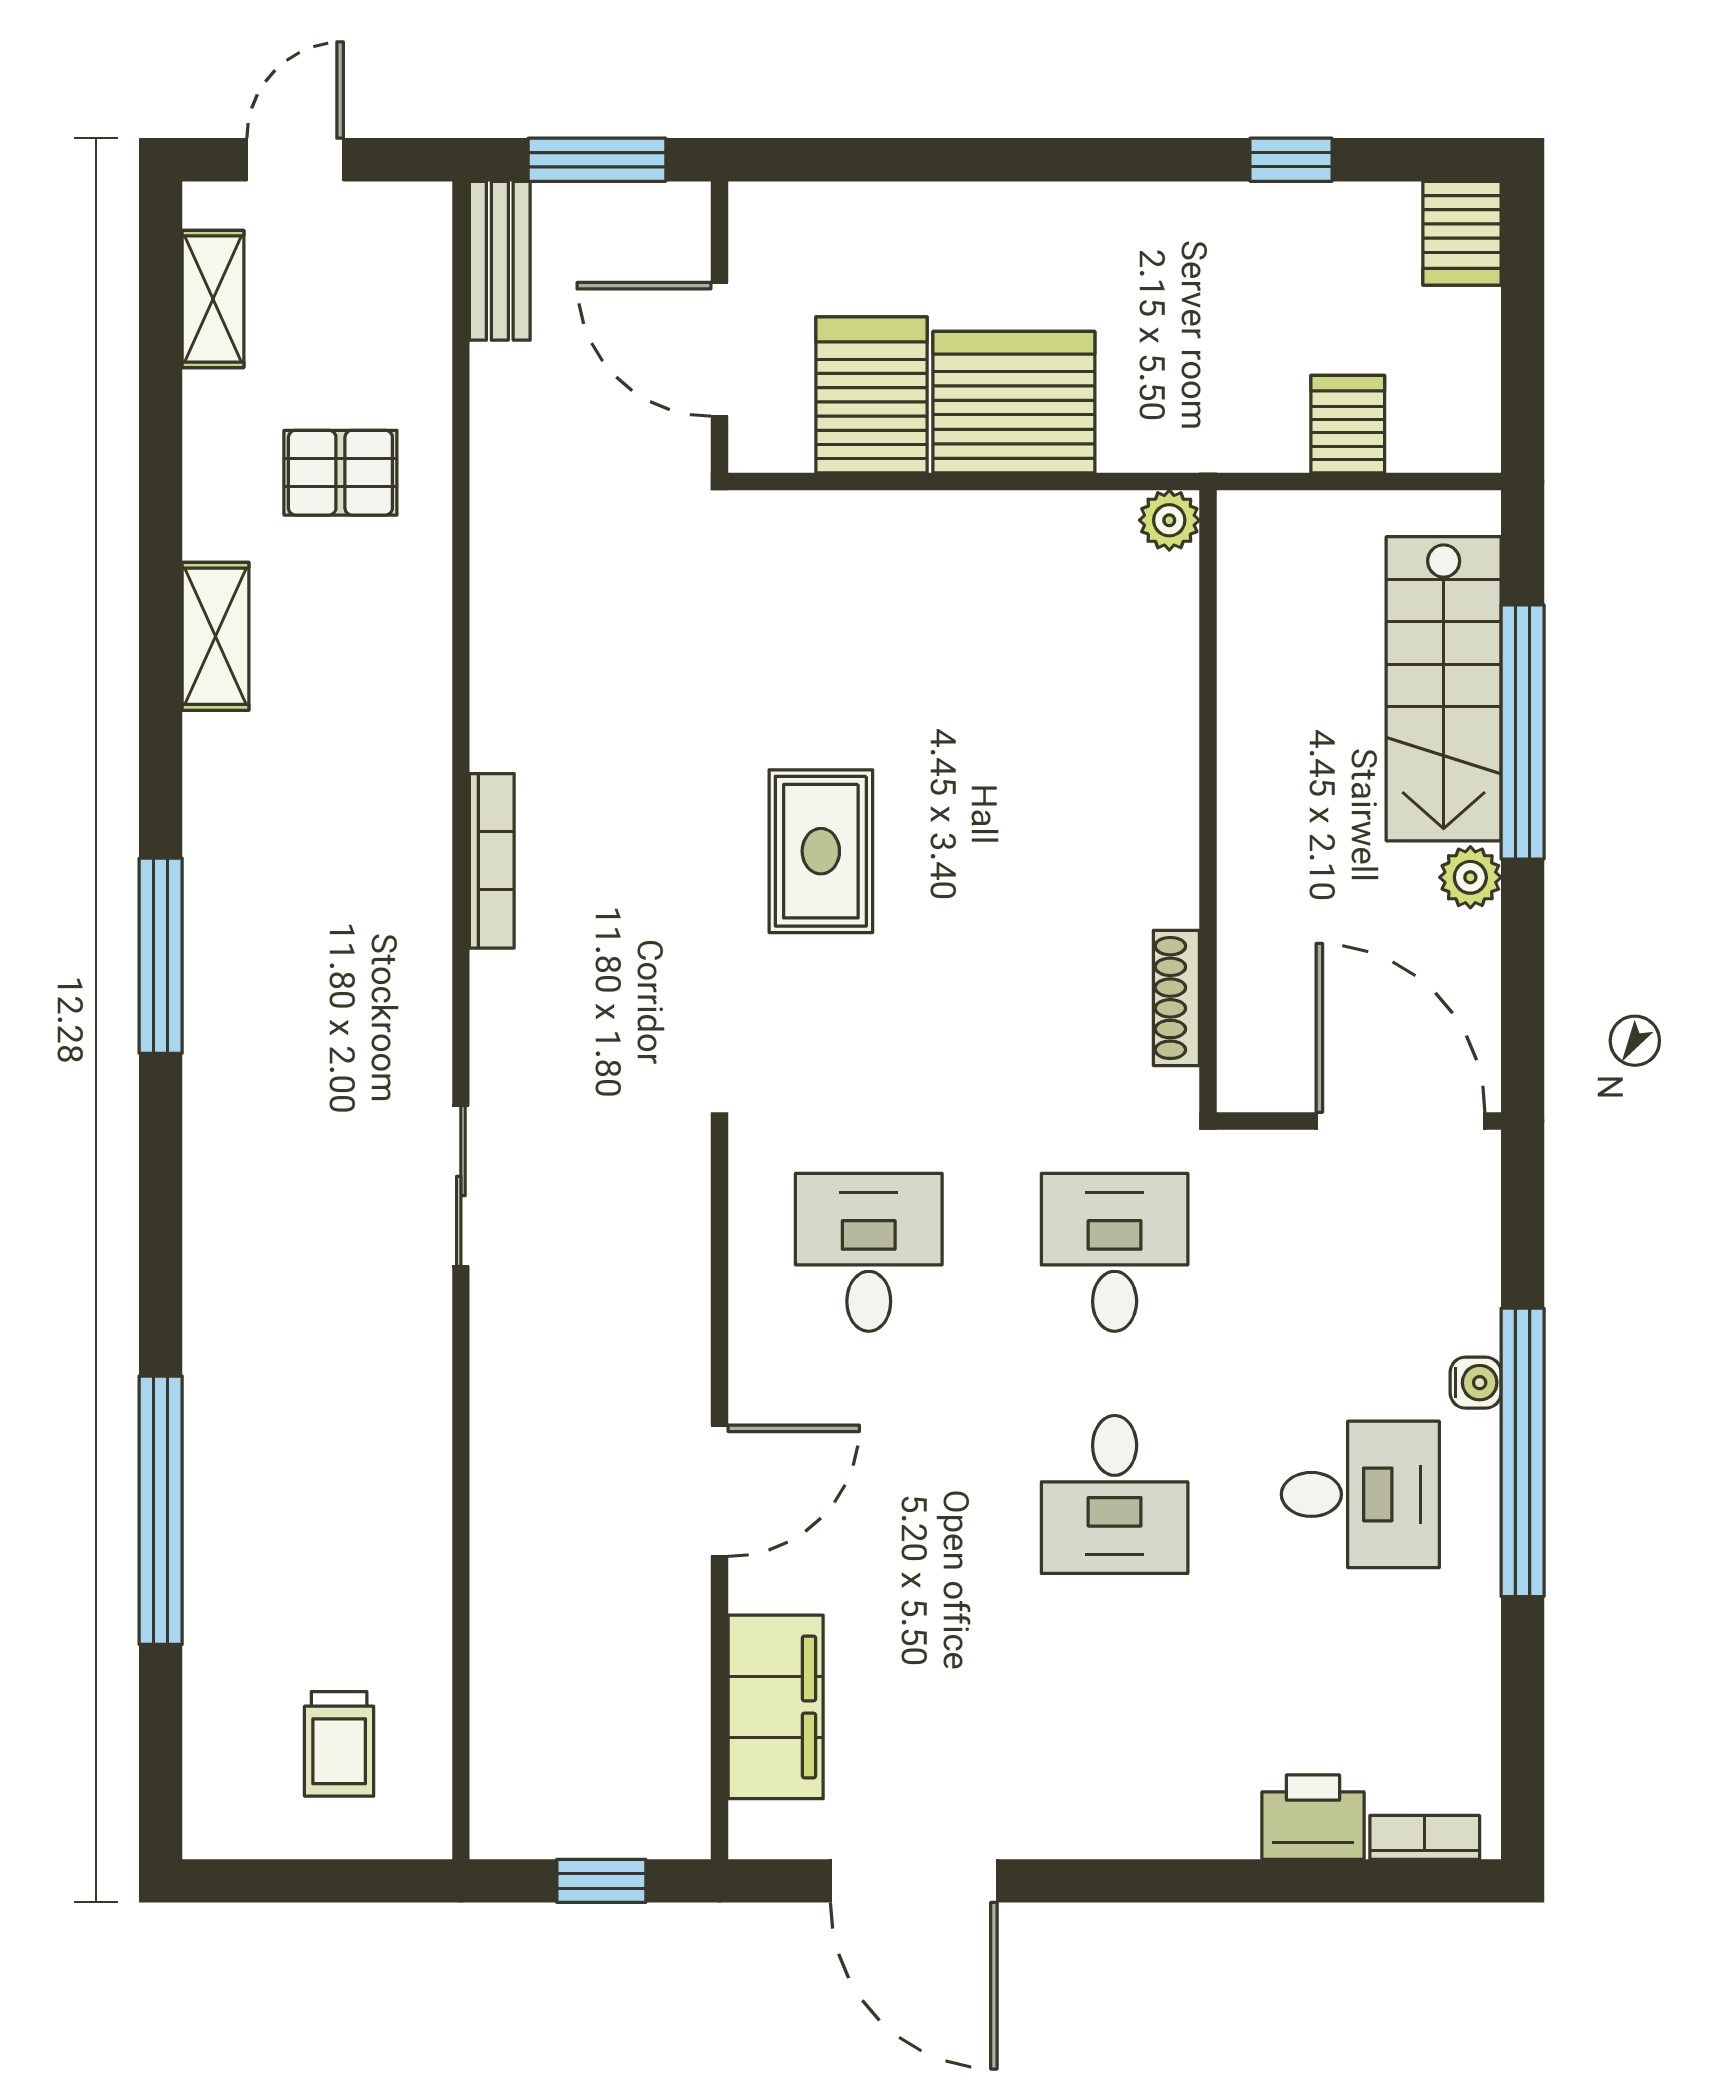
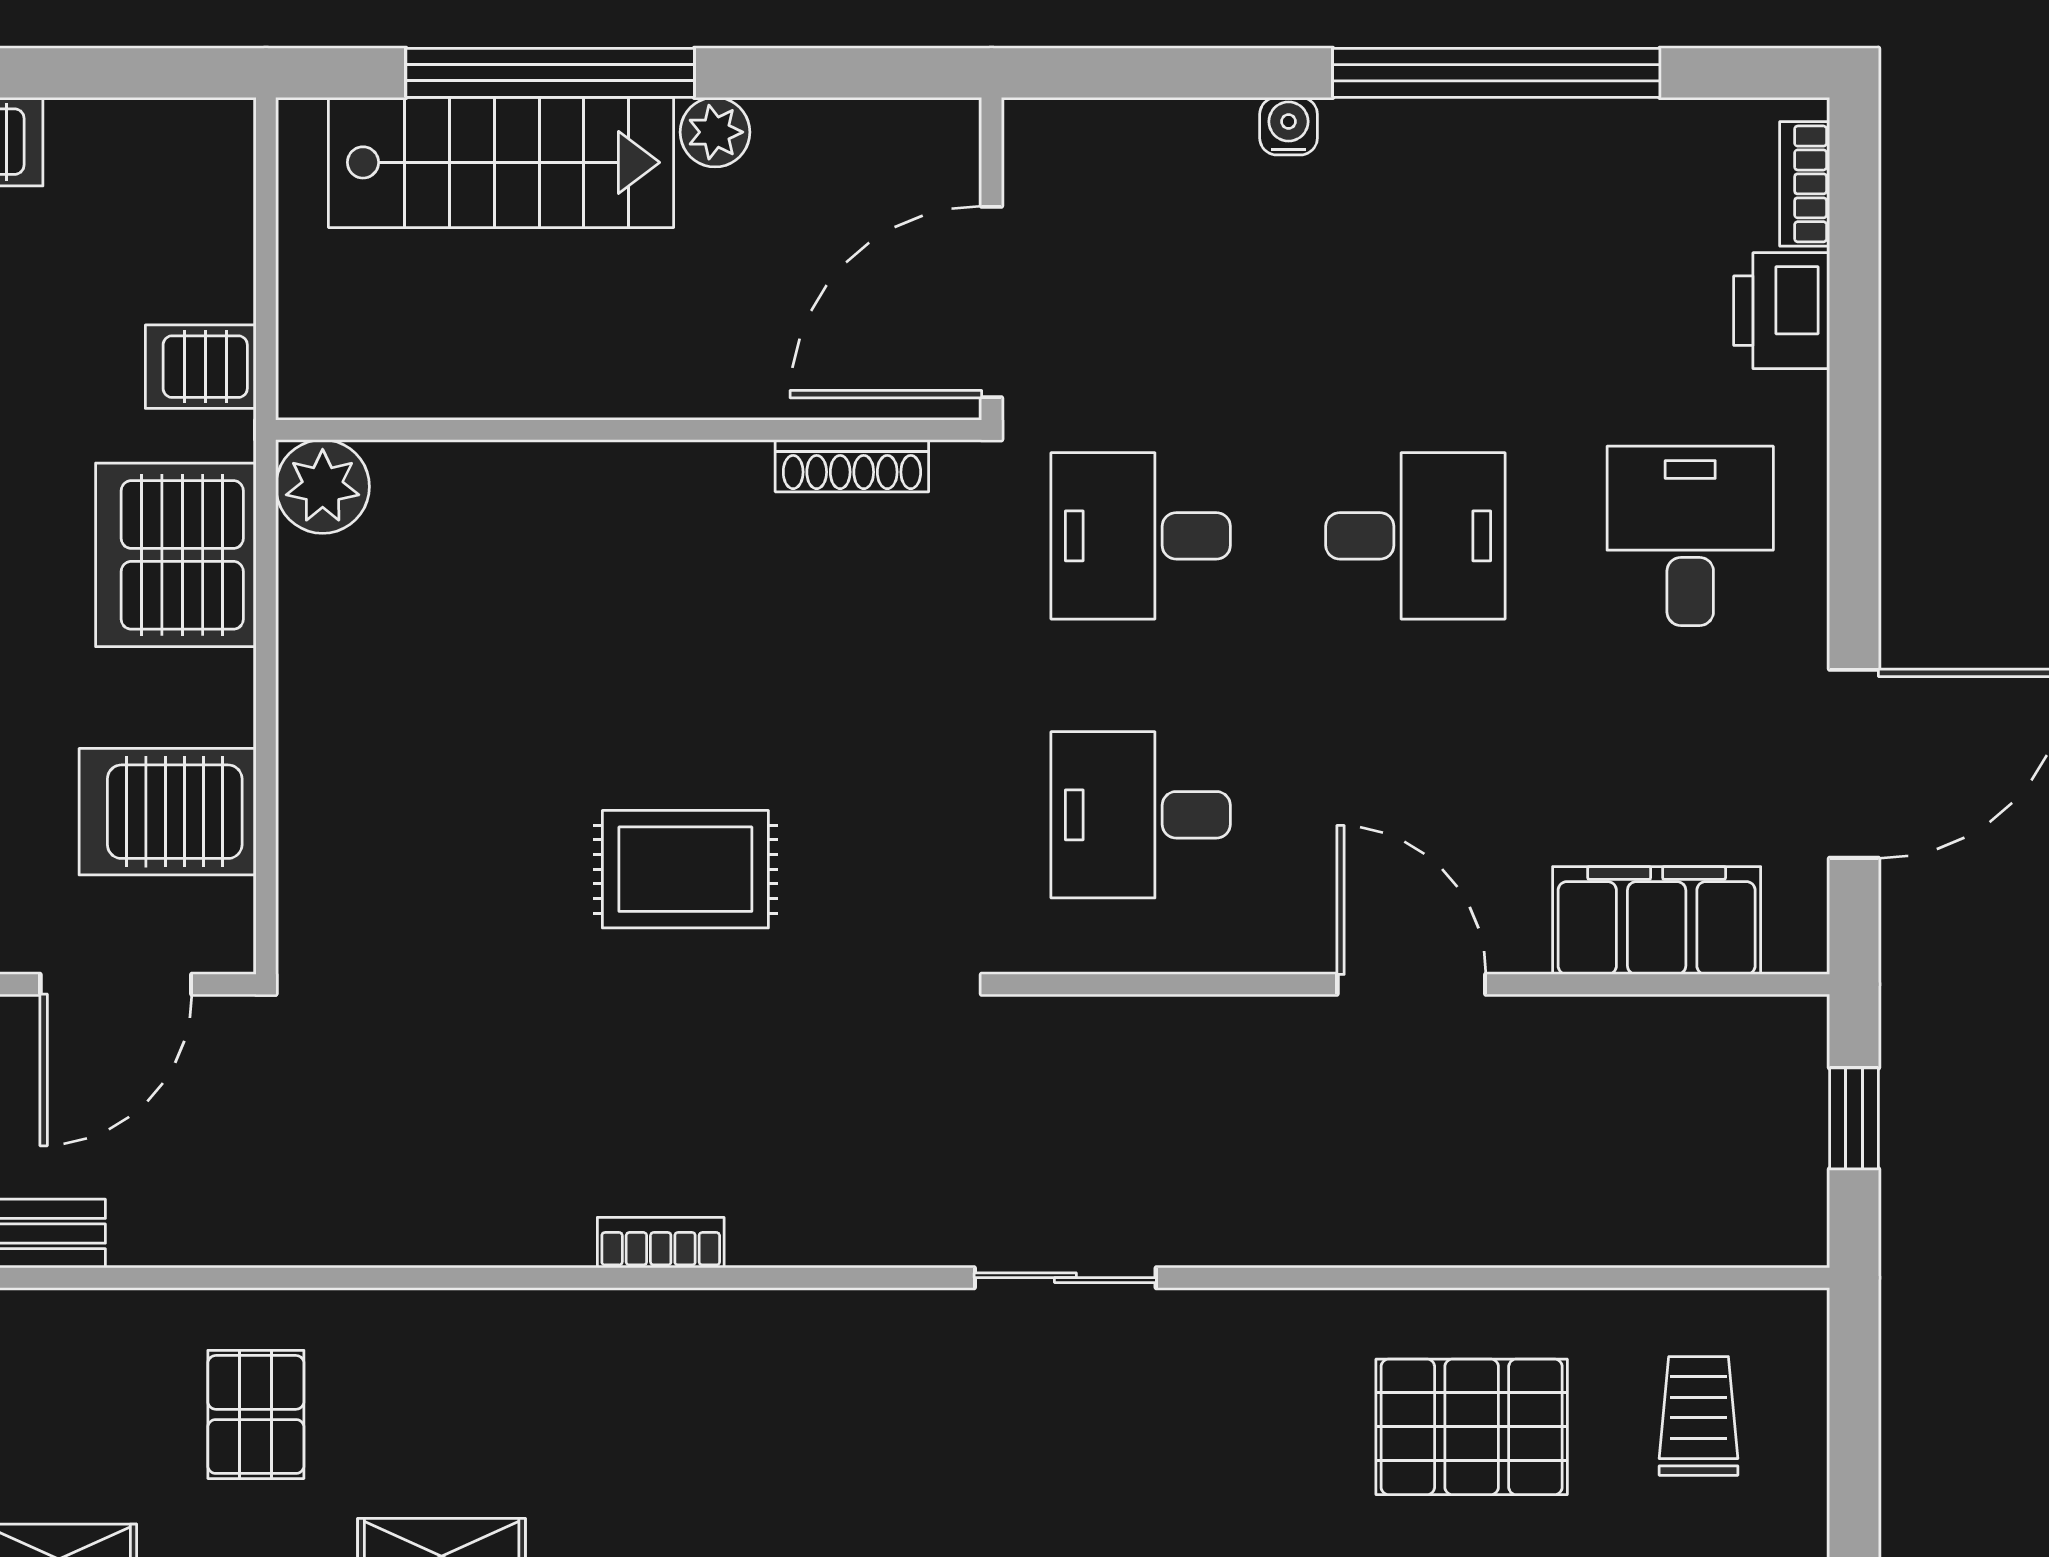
server rack: (1014, 402) -> (176, 555), moved
server rack: (1348, 424) -> (201, 367), moved
plant: (1169, 520) -> (323, 487), width x1.38, depth x1.38
bookcase: (492, 861) -> (661, 1243), width x0.64
door: (1400, 1121) -> (992, 302), moved
window: (1523, 1452) -> (1496, 73), moved
desk: (1360, 1494) -> (1690, 536), moved
pallet: (329, 1544) -> (1472, 1427), added
trolley: (339, 1744) -> (1699, 1416), turned -90

